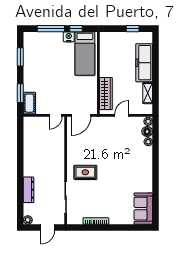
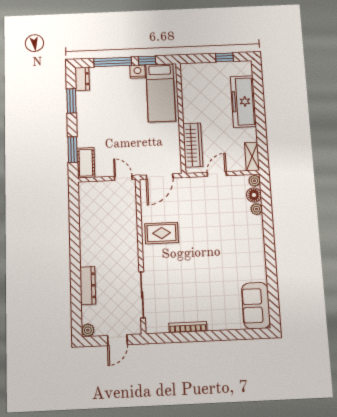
dresser: (28, 41) -> (82, 79), added
shelving: (148, 93) -> (252, 156), moved
door: (56, 115) -> (123, 178), swing flipped
rug: (85, 172) -> (162, 233), moved

